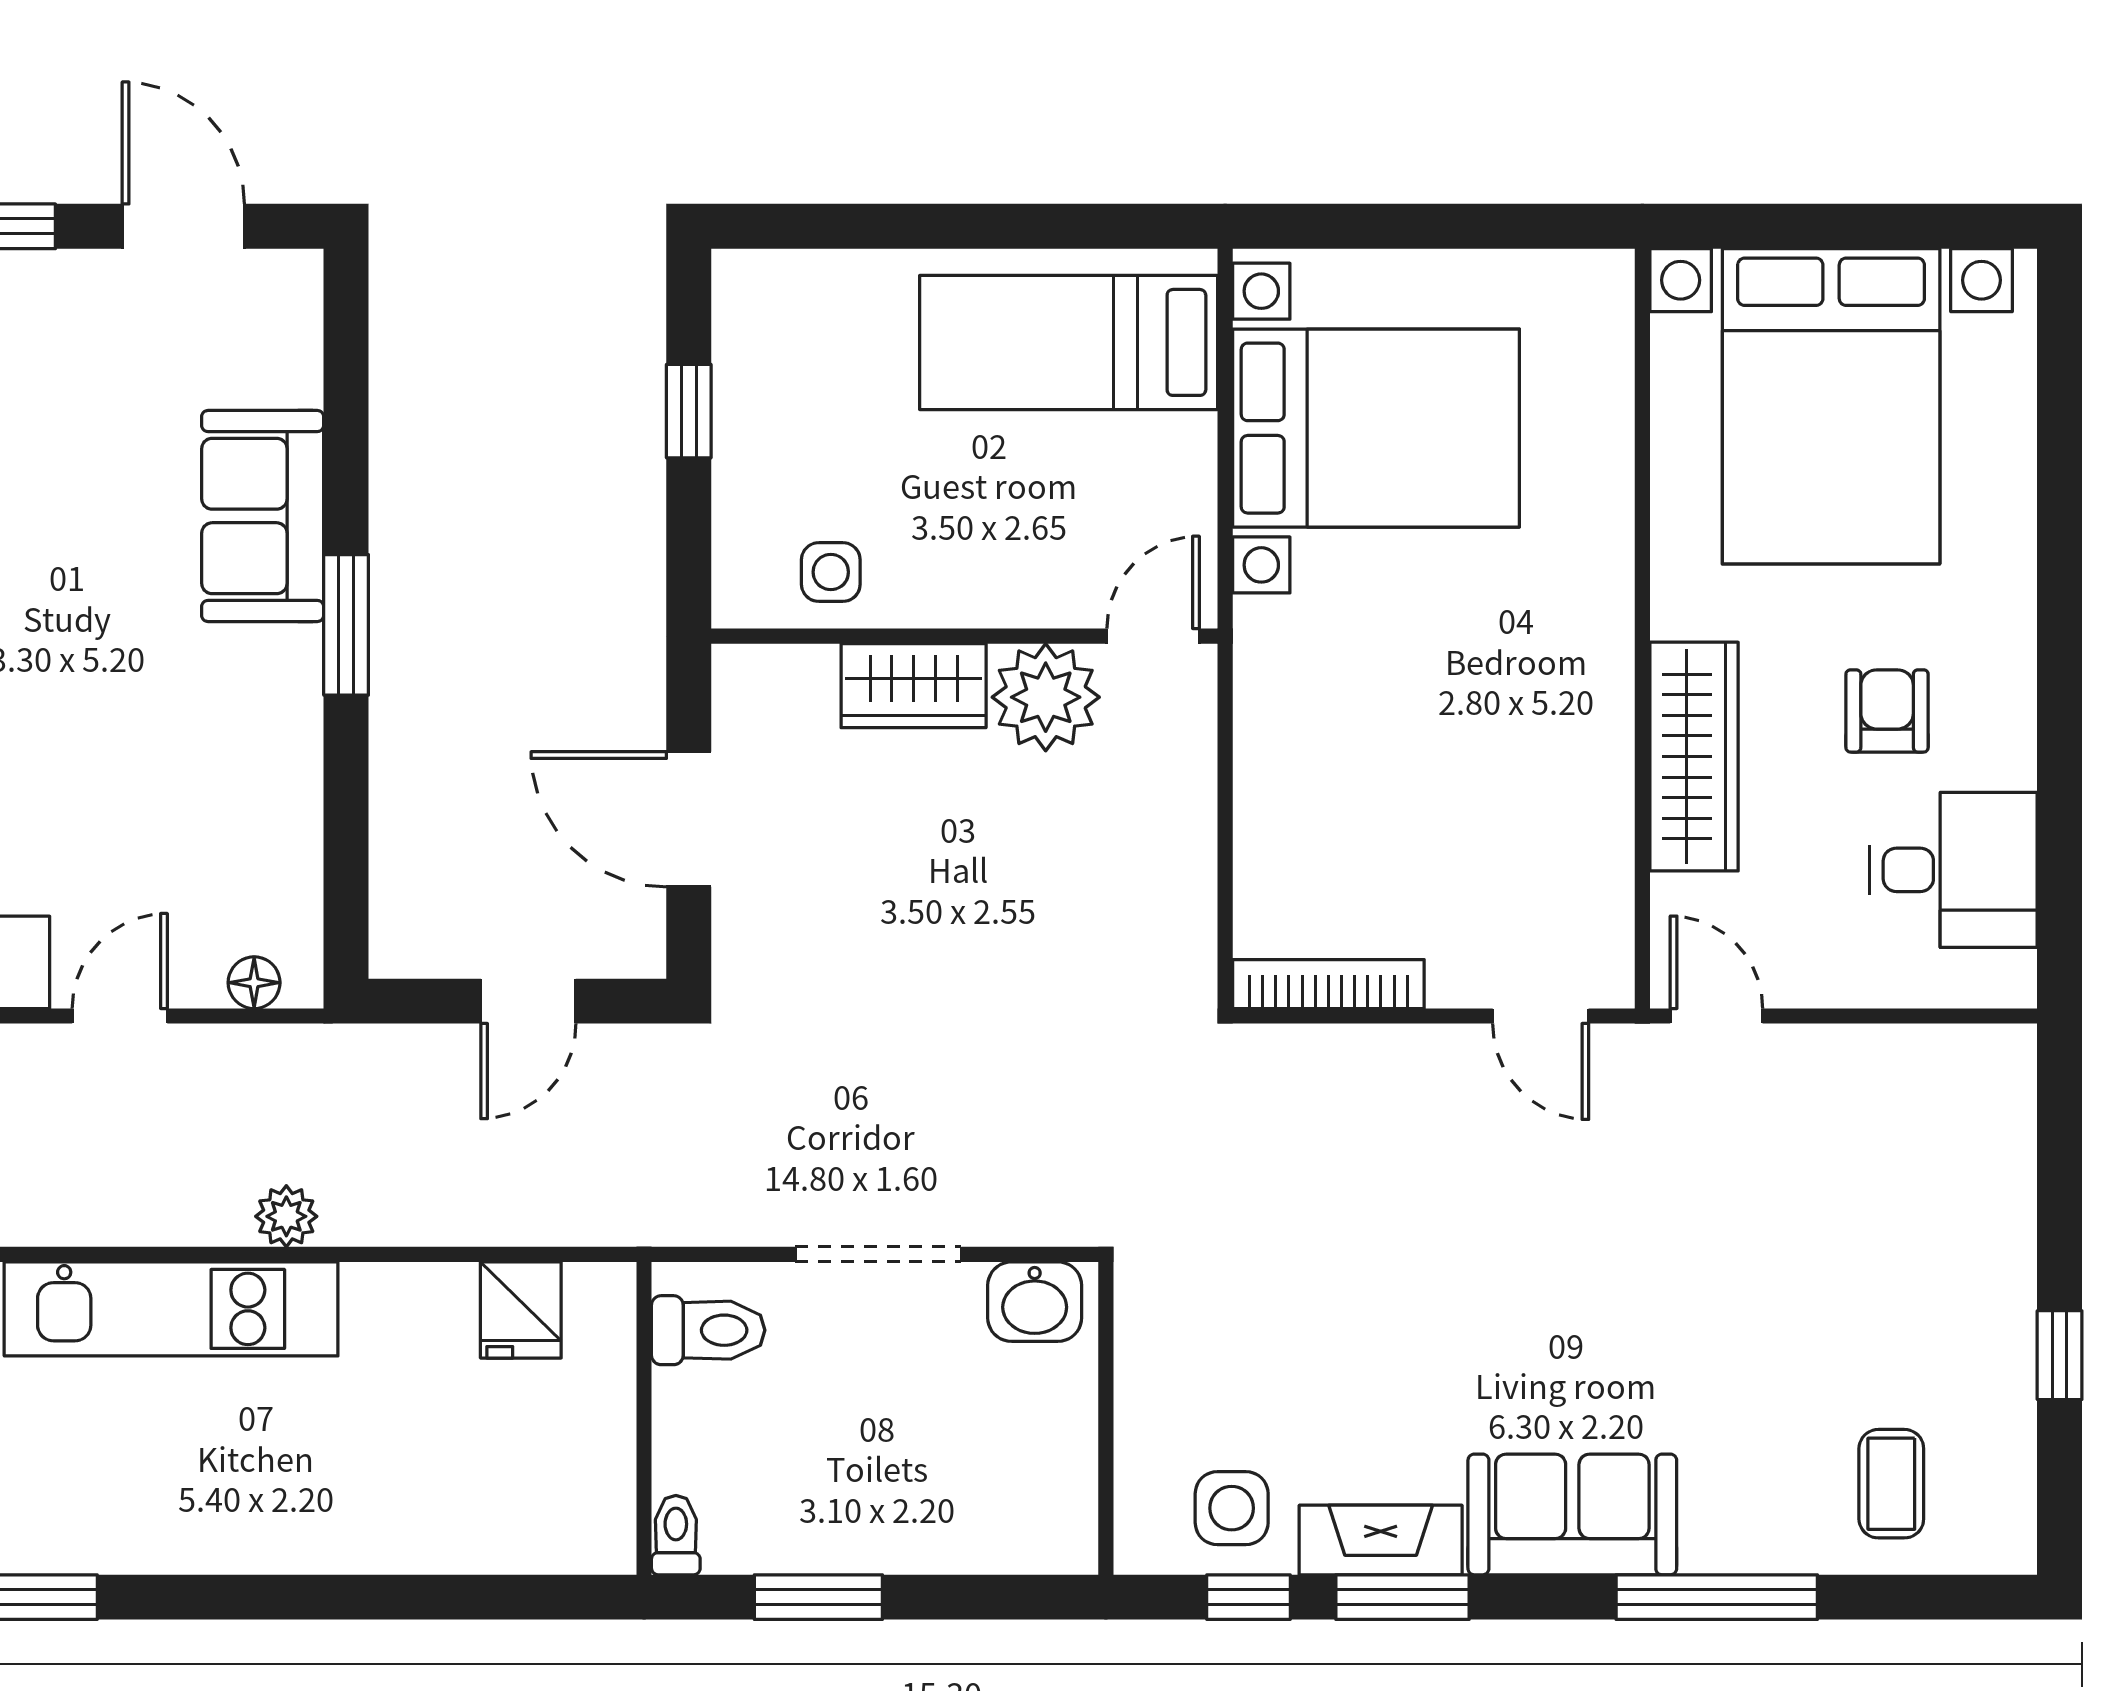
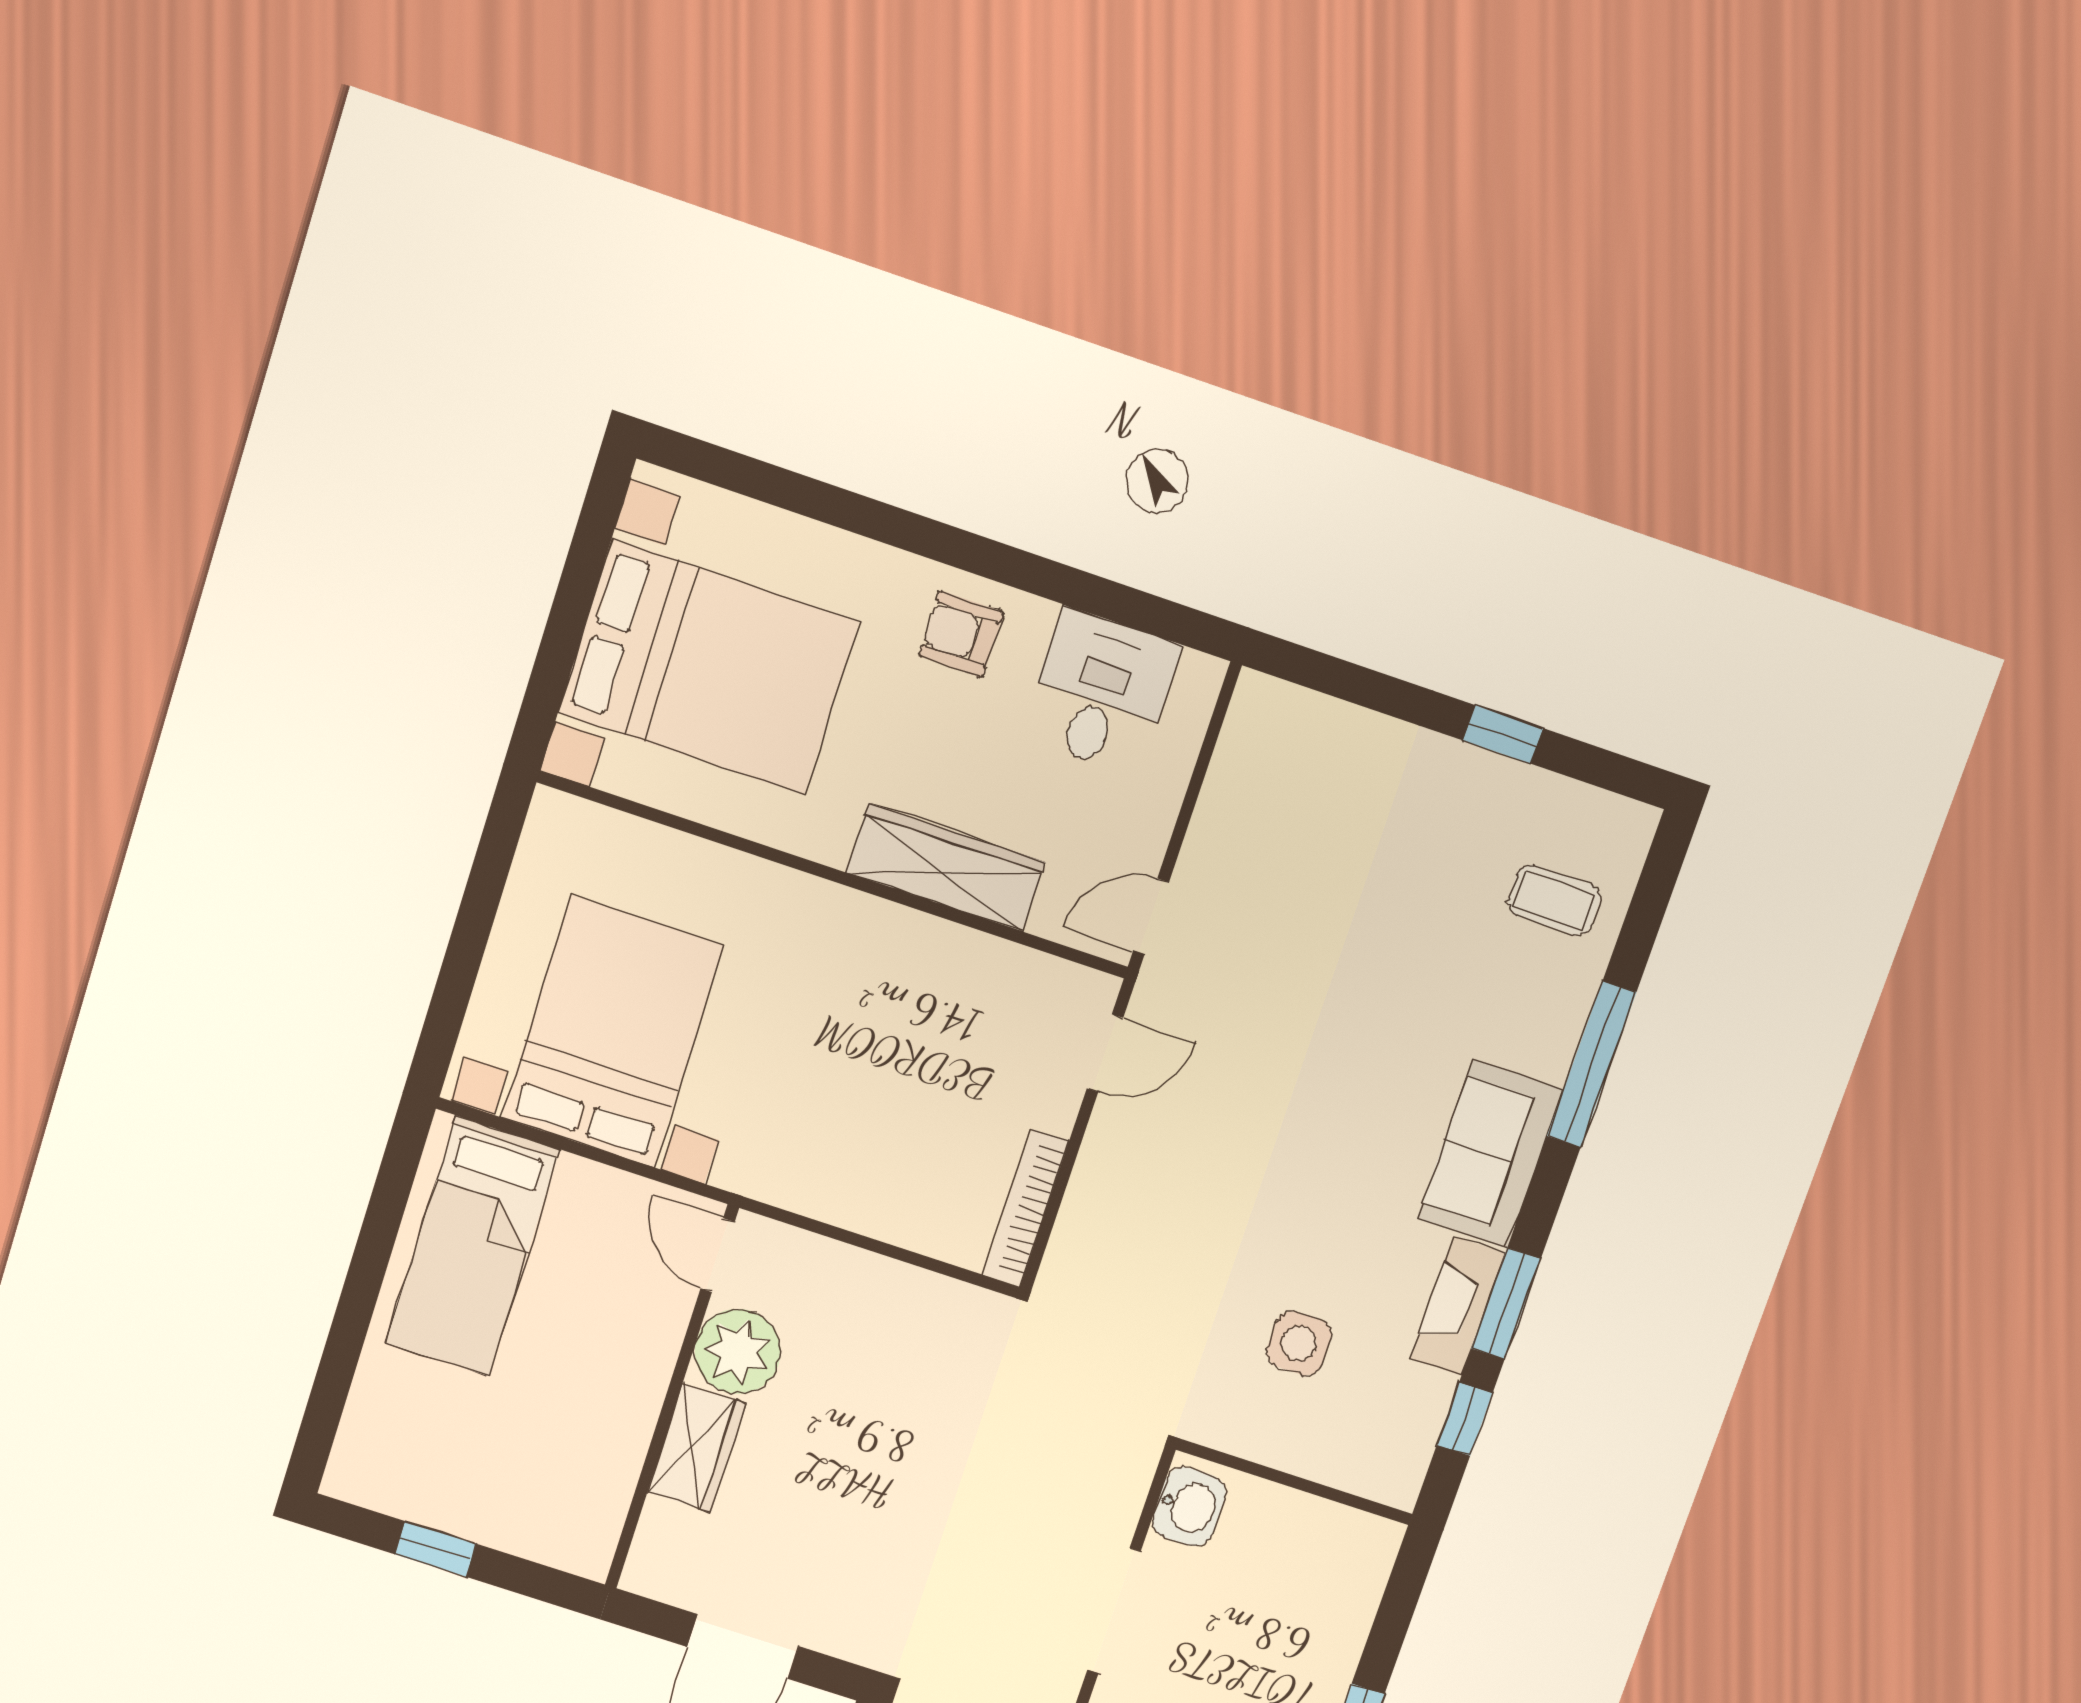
side table: (831, 572) -> (591, 1482), removed
armchair: (1887, 711) -> (961, 634), moved
side table: (1232, 1508) -> (1299, 1343), moved

